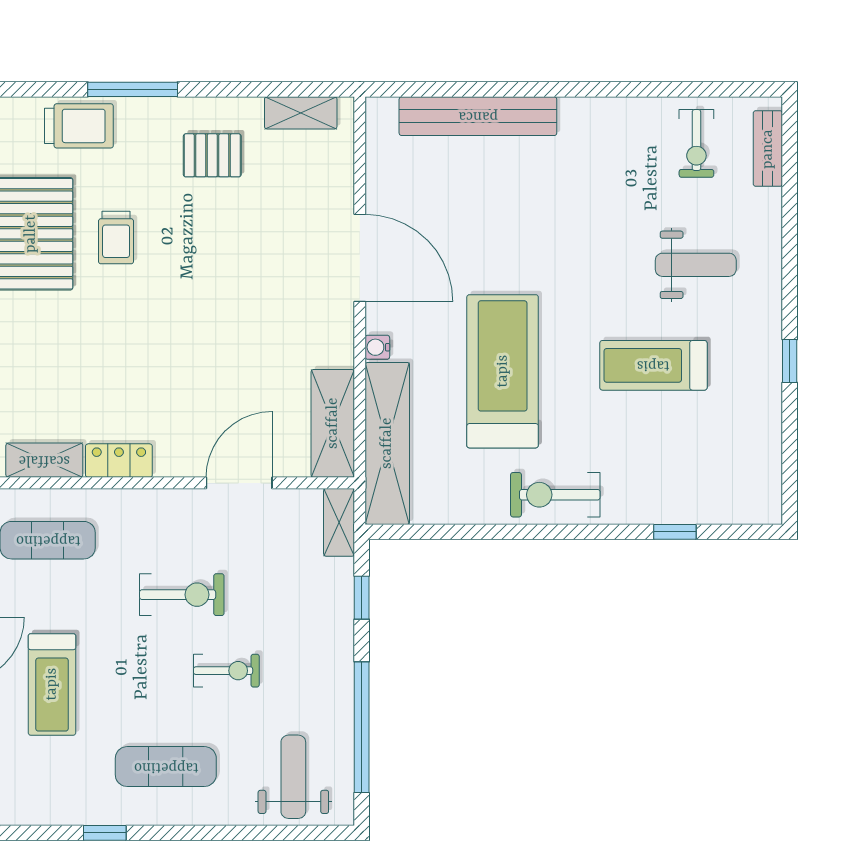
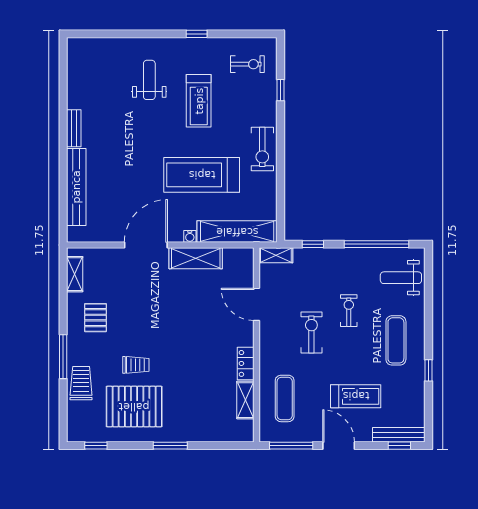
exercise bike: (696, 143) -> (247, 64), moved
bench: (768, 149) -> (74, 128), moved, turned 90
shelving: (333, 423) -> (196, 258), moved

